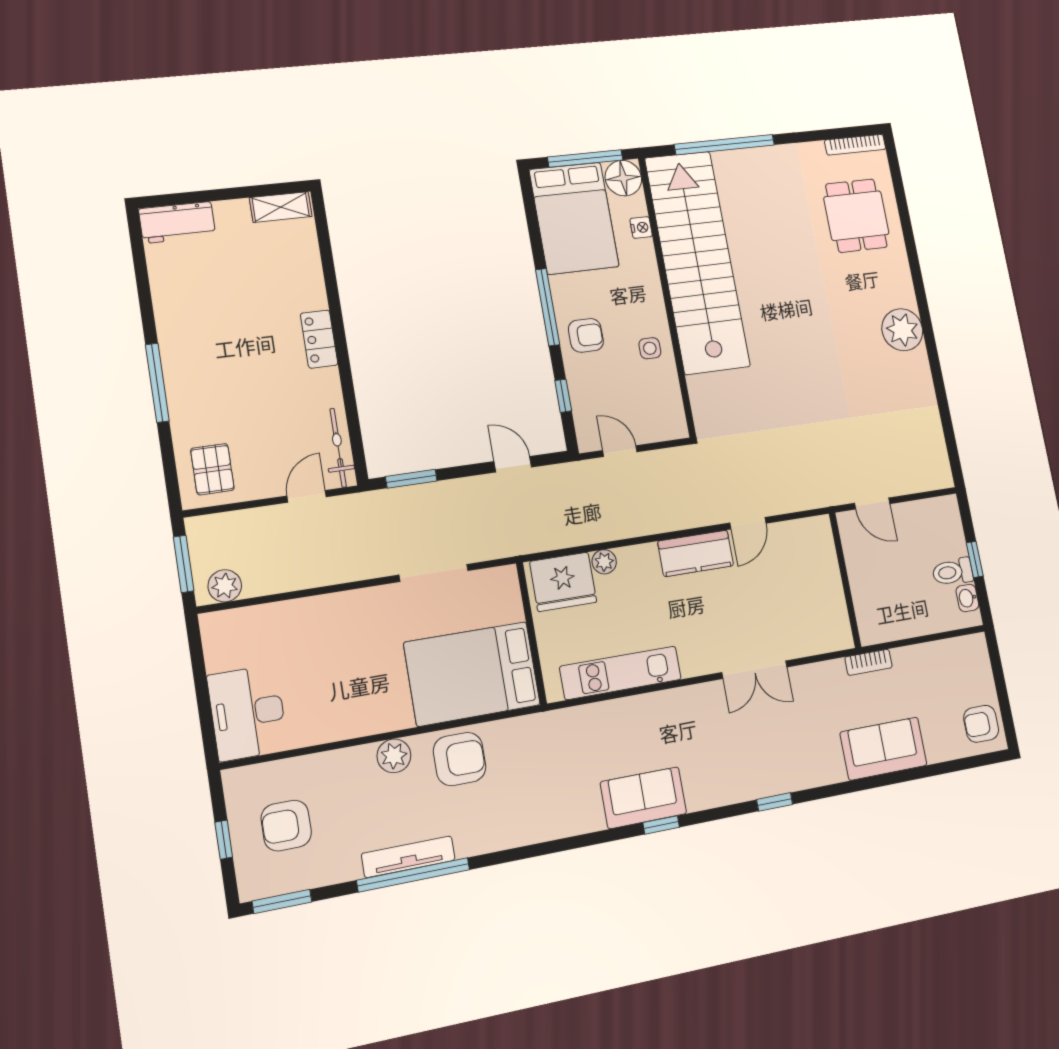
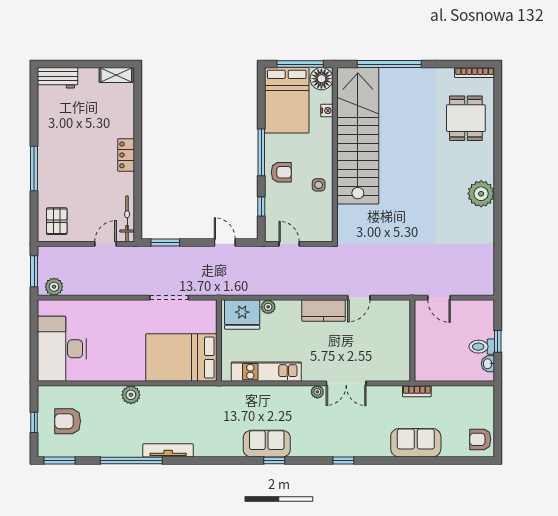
plant: (711, 692) -> (317, 392), added
desk: (248, 713) -> (62, 349), width x1.36, depth x1.30
armchair: (460, 759) -> (167, 403), removed
tv unit: (408, 857) -> (168, 450), moved

